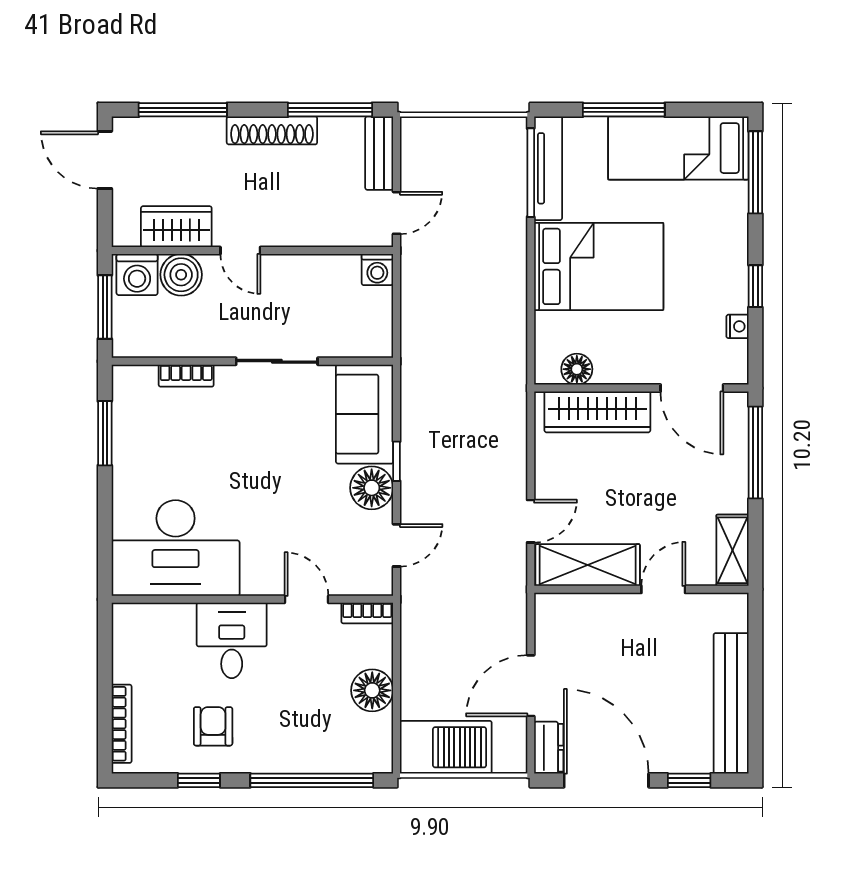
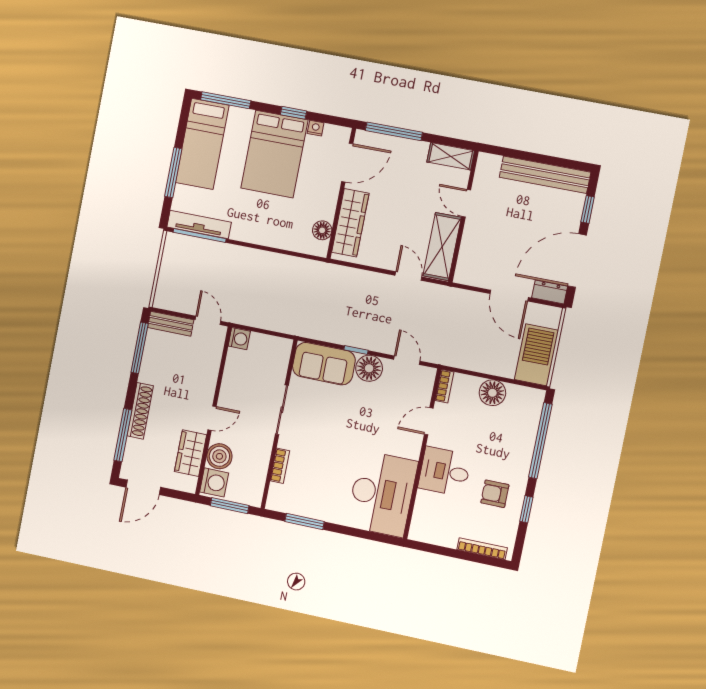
shoe rack: (272, 130) -> (140, 411), moved
bed: (599, 266) -> (274, 154), moved, turned 180

